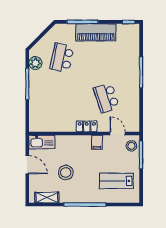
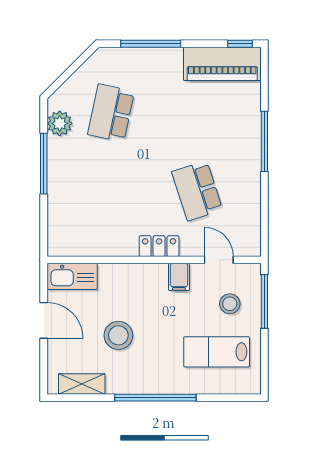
piano: (96, 32) -> (222, 64), moved
stool: (131, 146) -> (230, 304), moved

